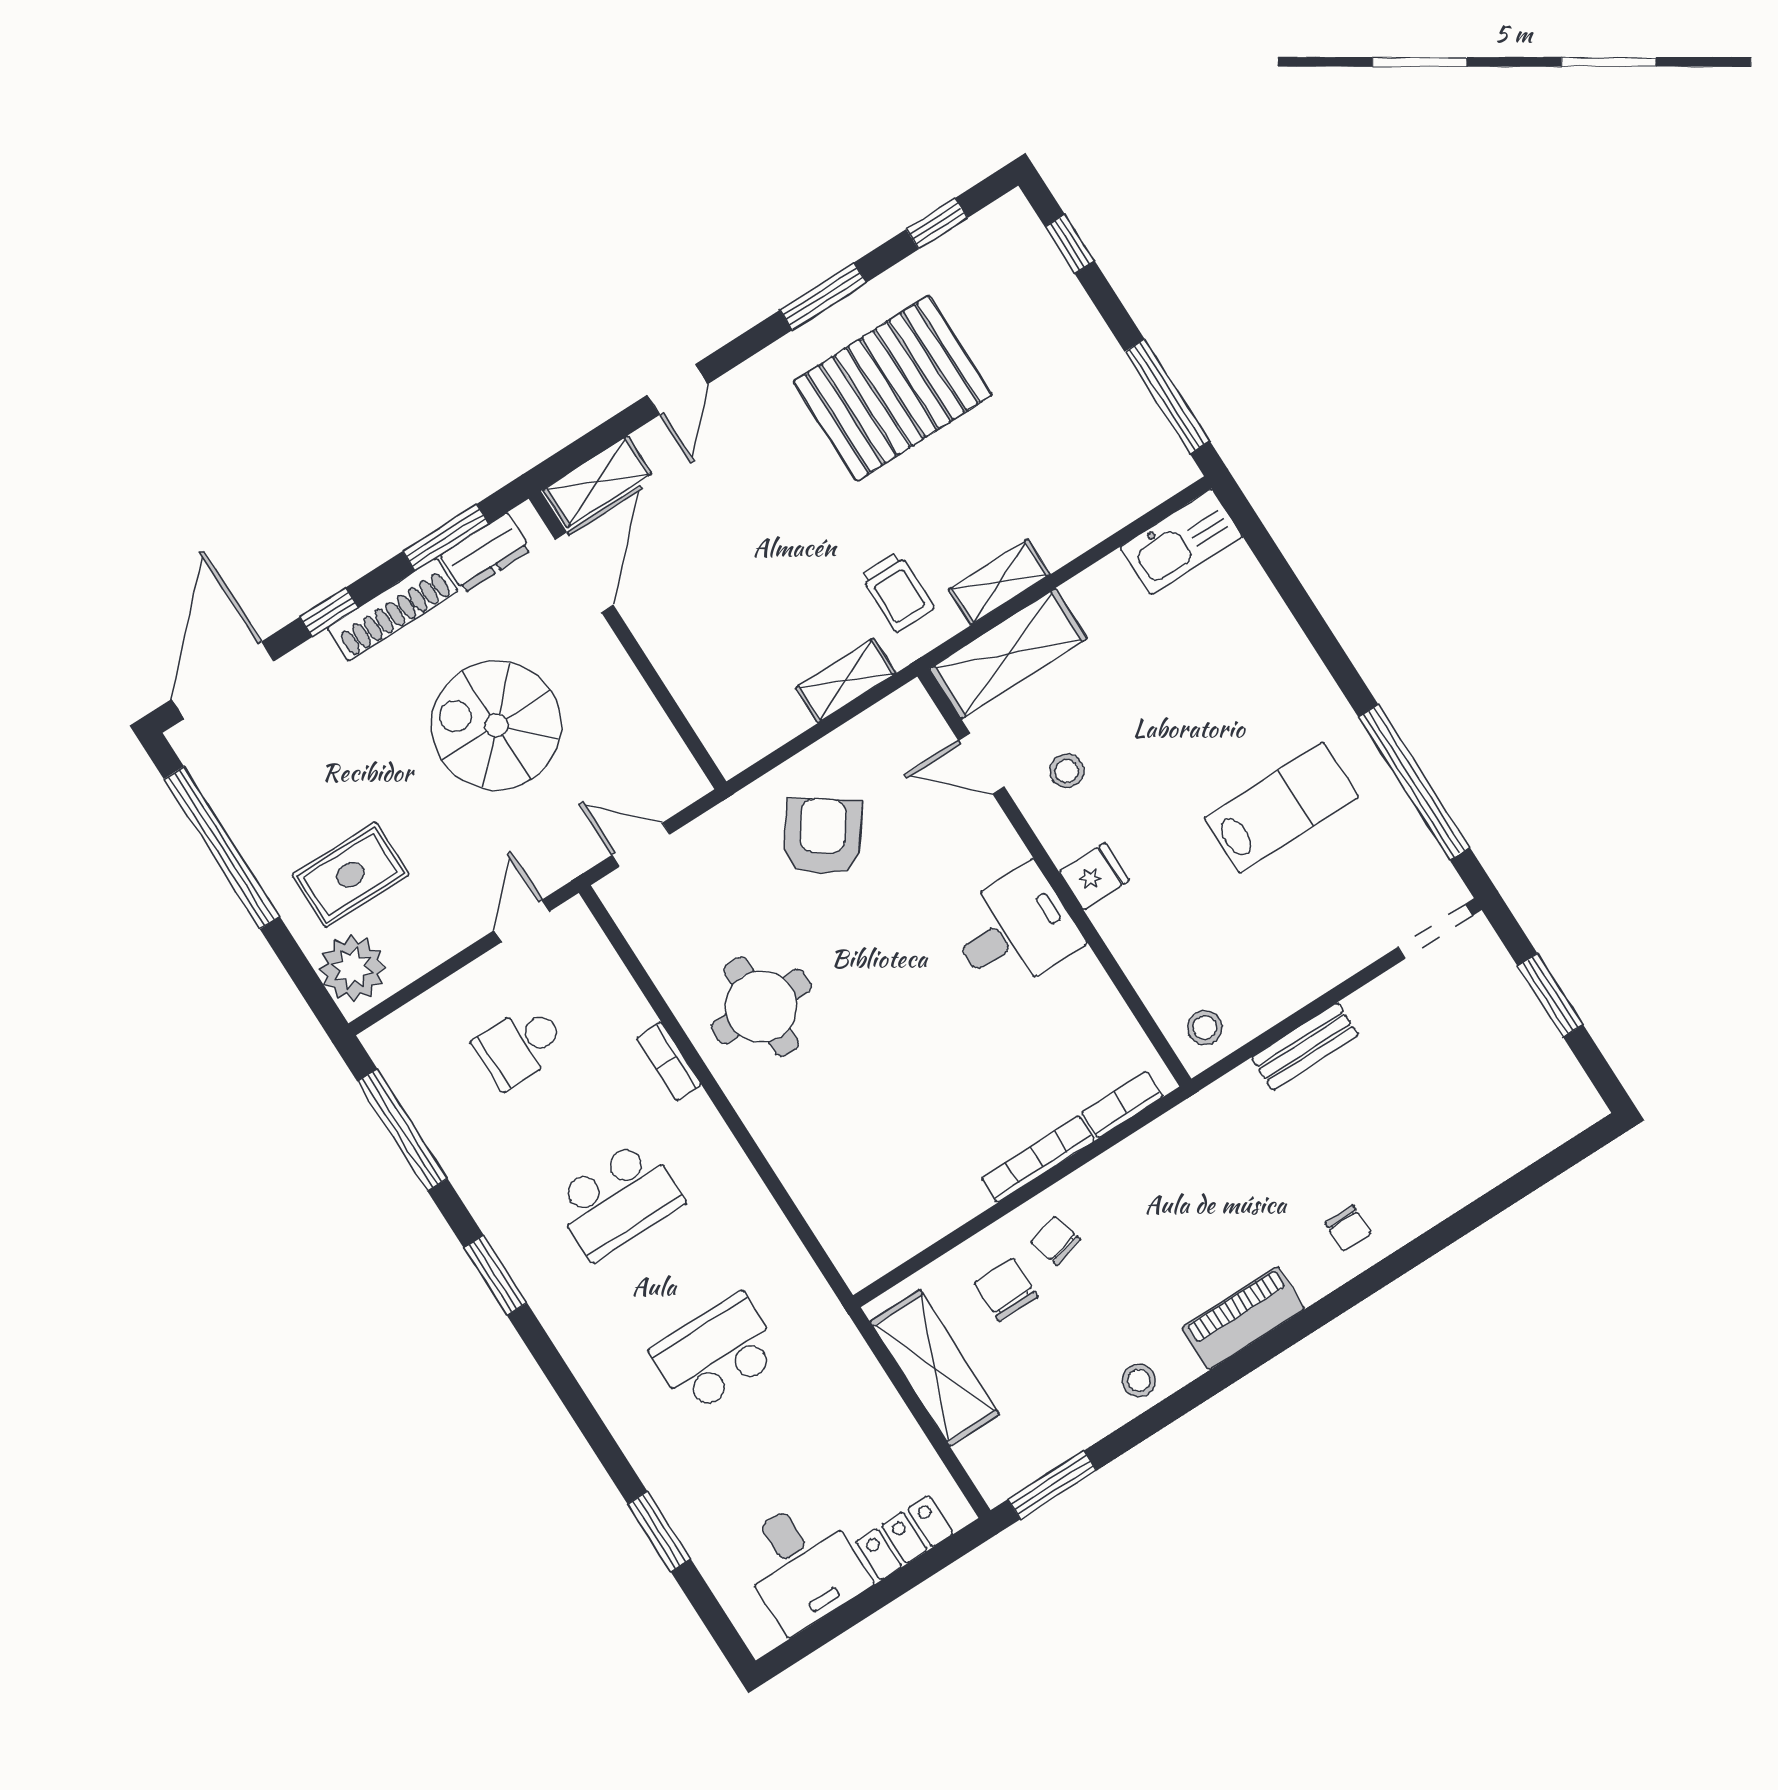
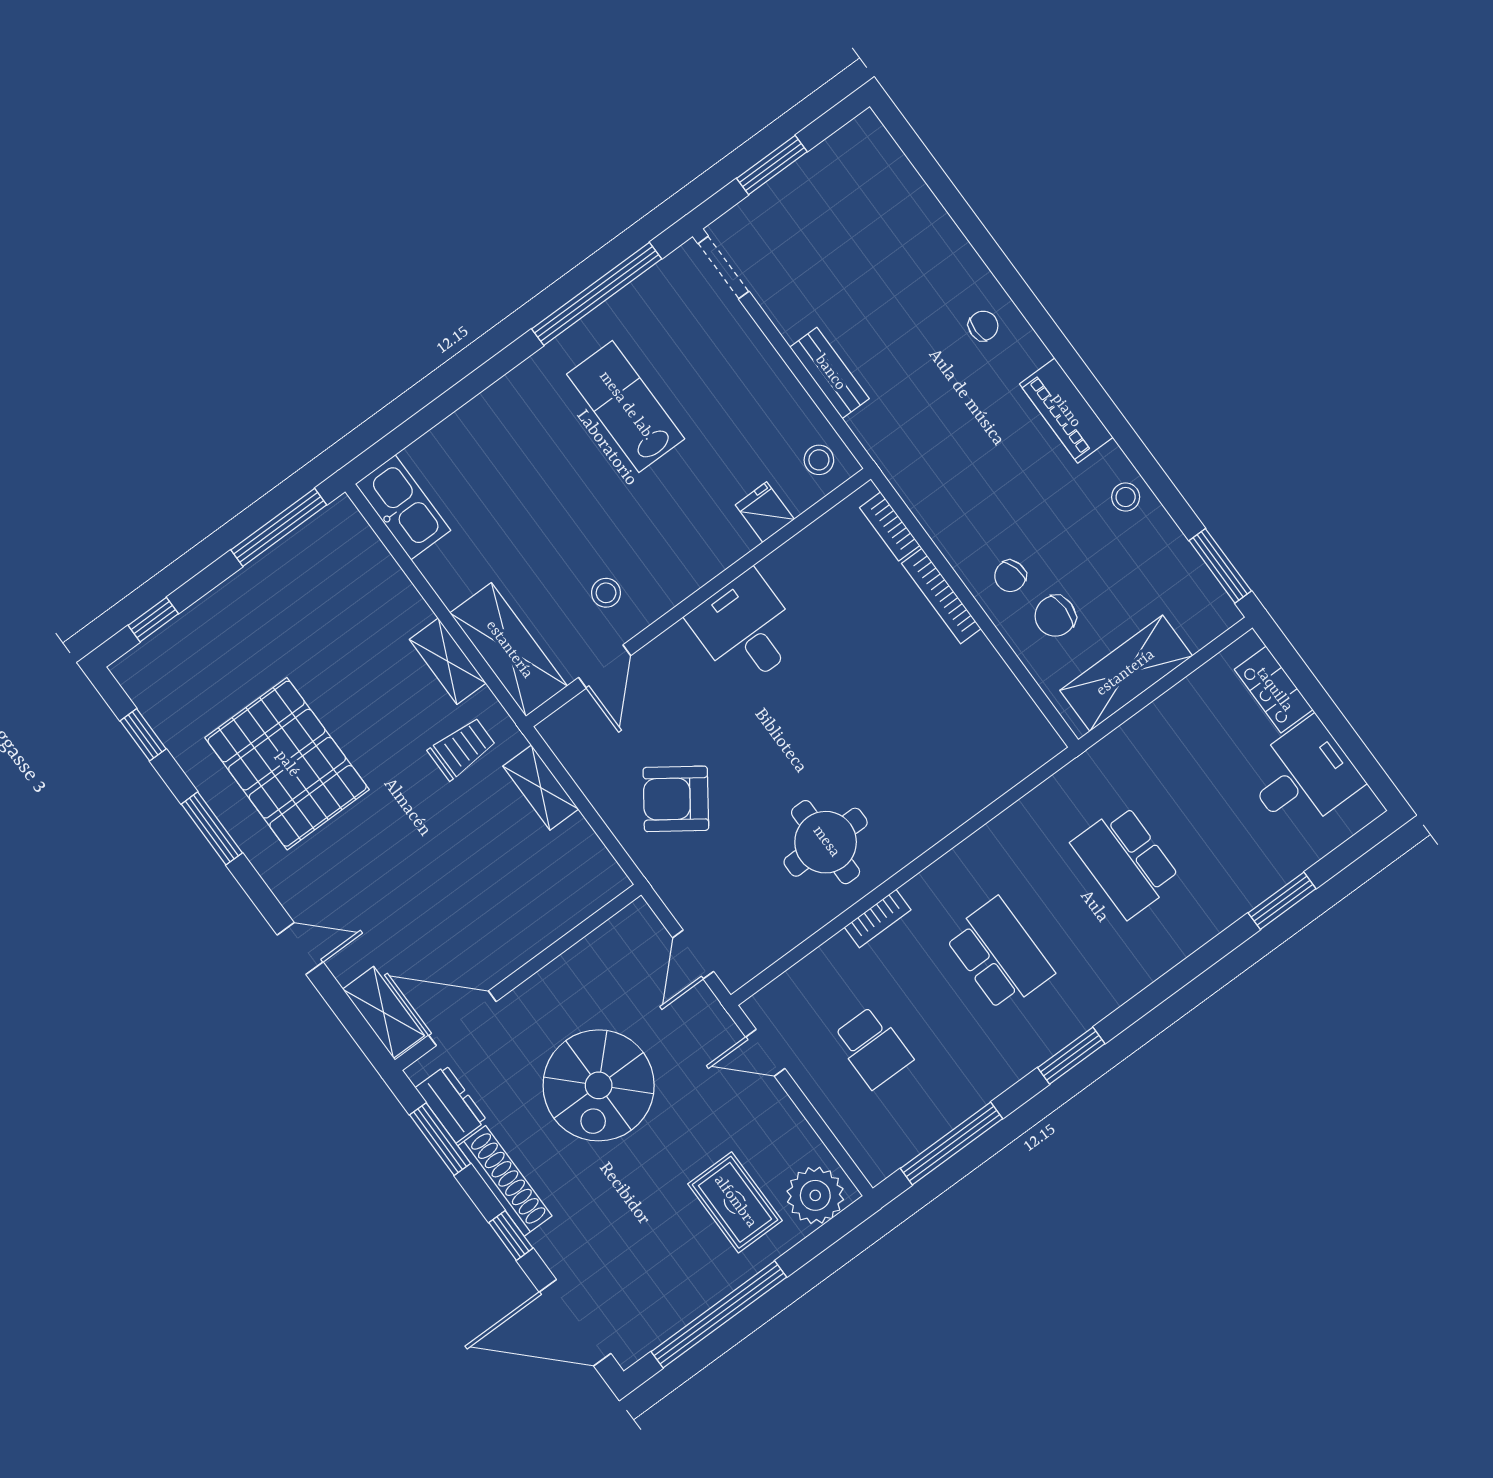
fridge: (1094, 876) -> (765, 512), moved

